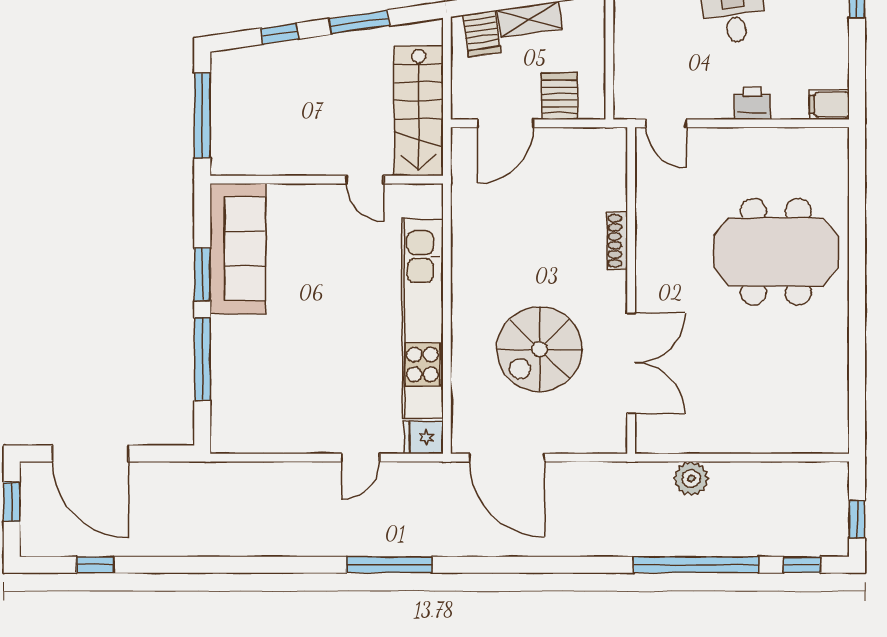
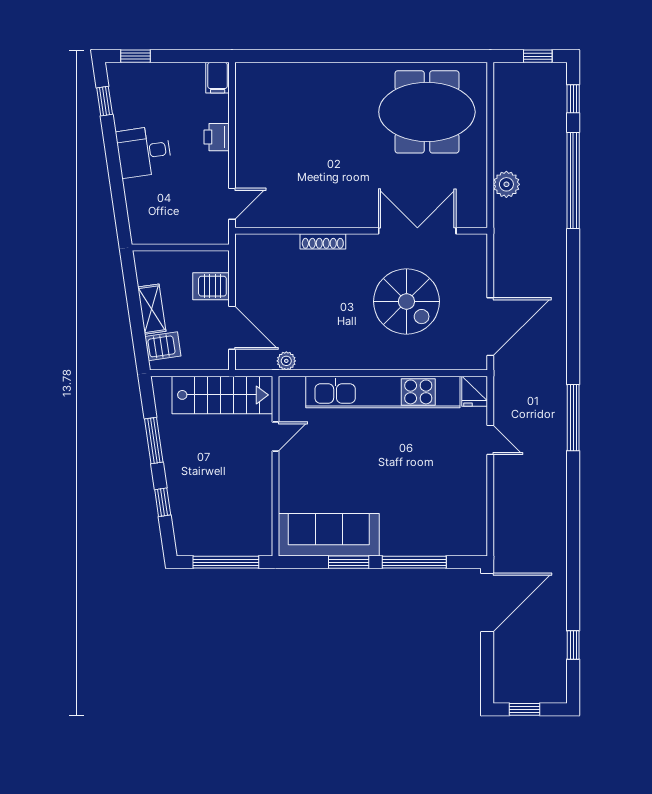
plant: (463, 194) -> (286, 361), added
meeting table: (776, 252) -> (427, 112), moved, turned 90
door: (90, 454) -> (487, 602), moved

